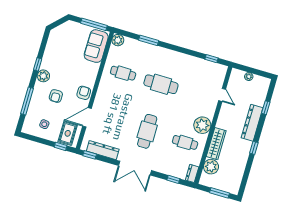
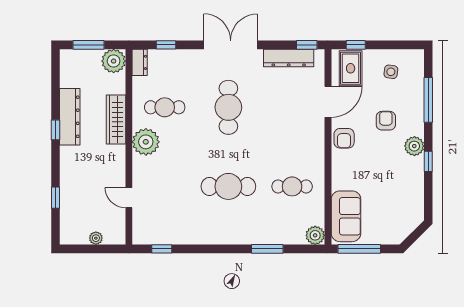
dresser: (252, 123) -> (70, 117), moved
plant: (211, 167) -> (114, 61), moved

